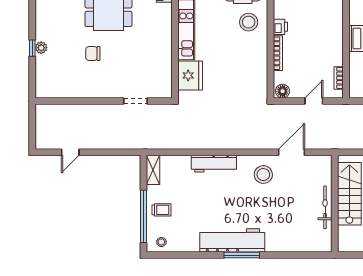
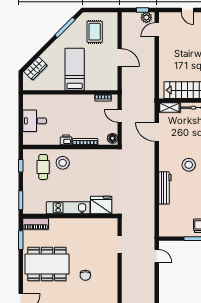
door: (70, 152) -> (157, 256), moved
shelving: (153, 170) -> (169, 108), moved
stool: (263, 175) -> (189, 165), moved

